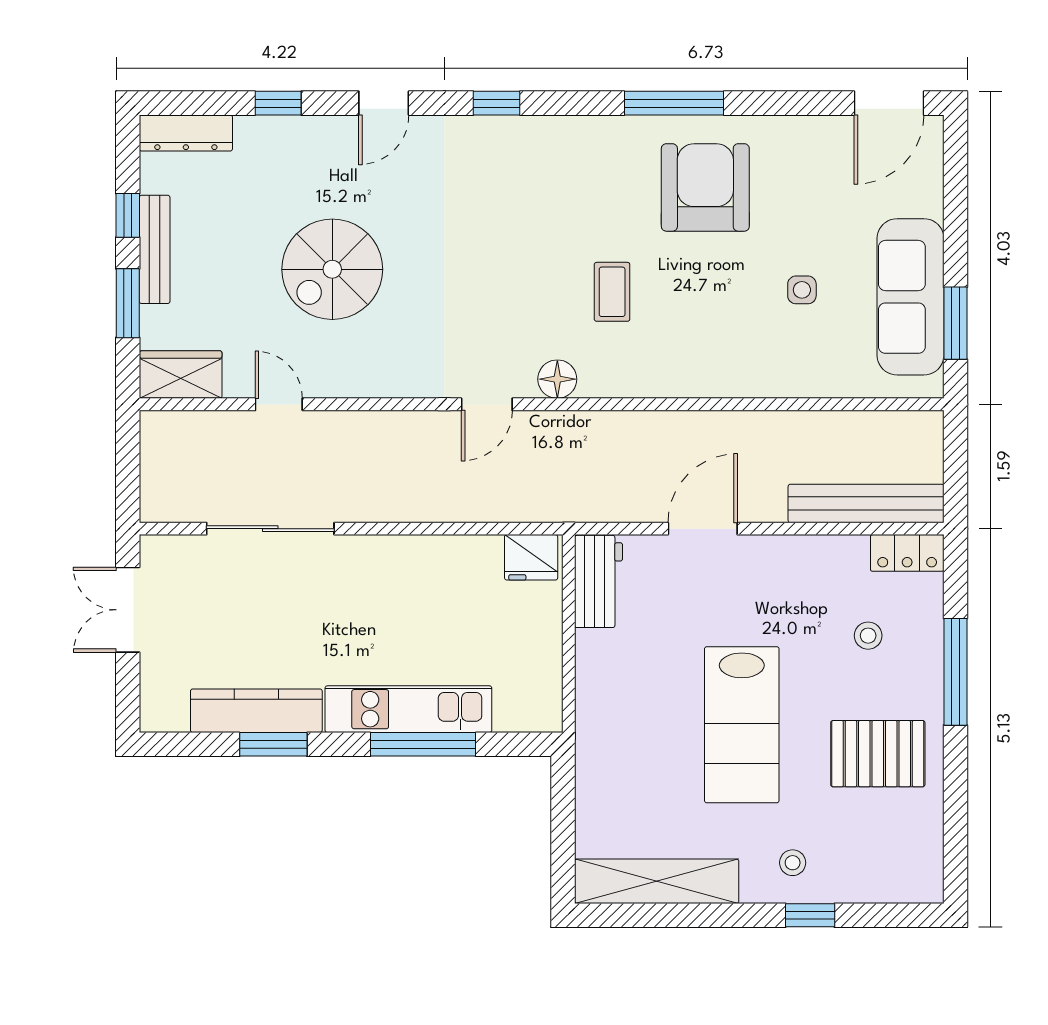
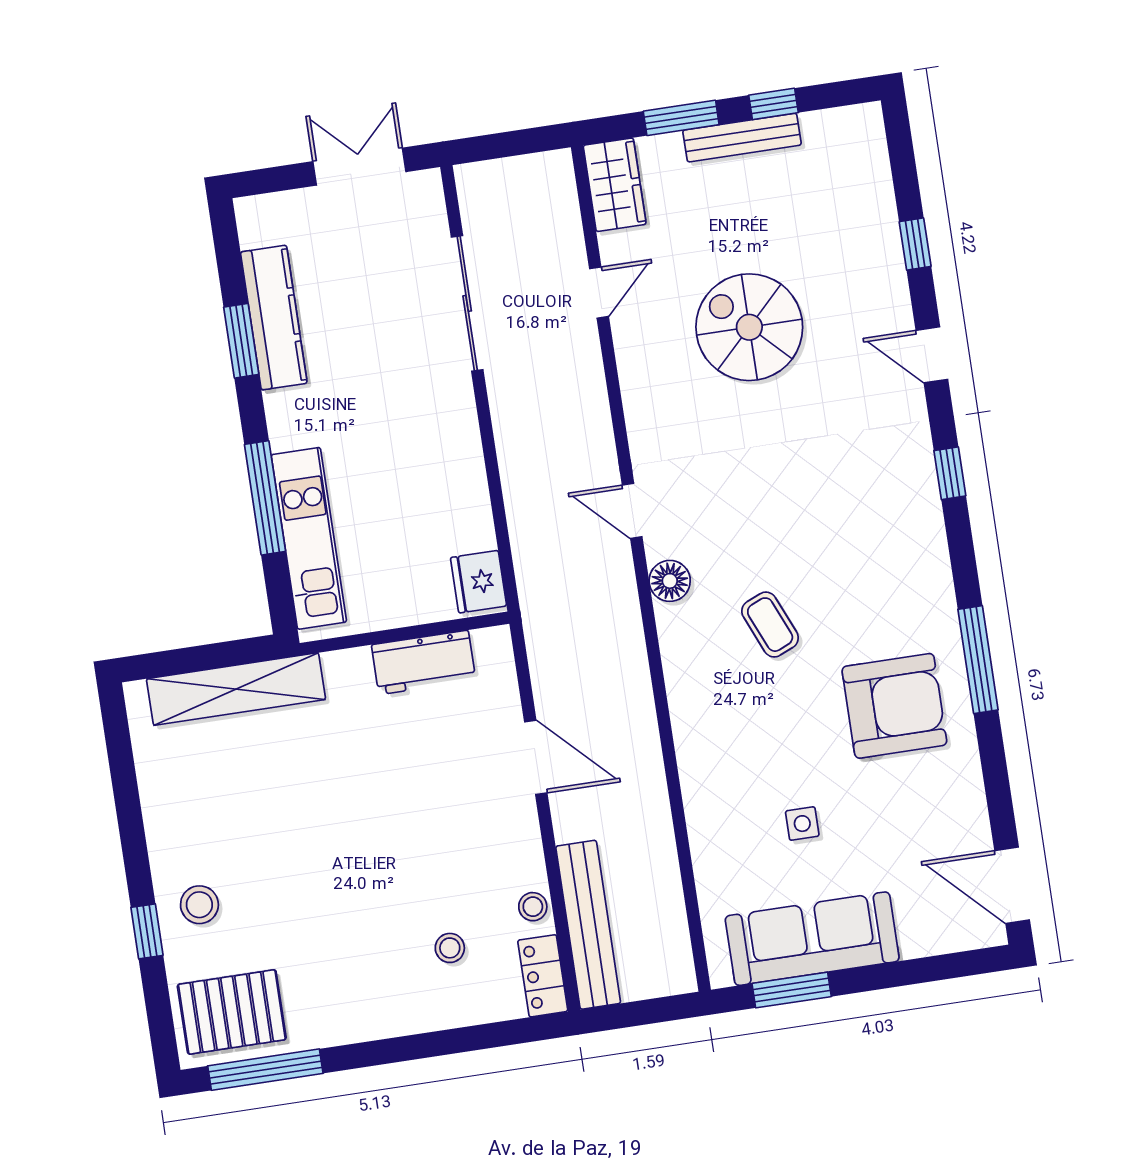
dresser: (186, 133) -> (869, 152), removed
coffee table: (612, 292) -> (770, 625), turned 67
stool: (841, 552) -> (533, 907), added
workbench: (599, 581) -> (424, 662), moved
window: (955, 672) -> (265, 1070), moved
kitchen unit: (408, 709) -> (309, 538), moved
lab bench: (742, 725) -> (336, 829), removed
pallet: (878, 754) -> (232, 1012), moved, turned 90
stool: (793, 863) -> (199, 905), width x1.37, depth x1.37
shelving: (657, 881) -> (236, 689), moved, turned 90

